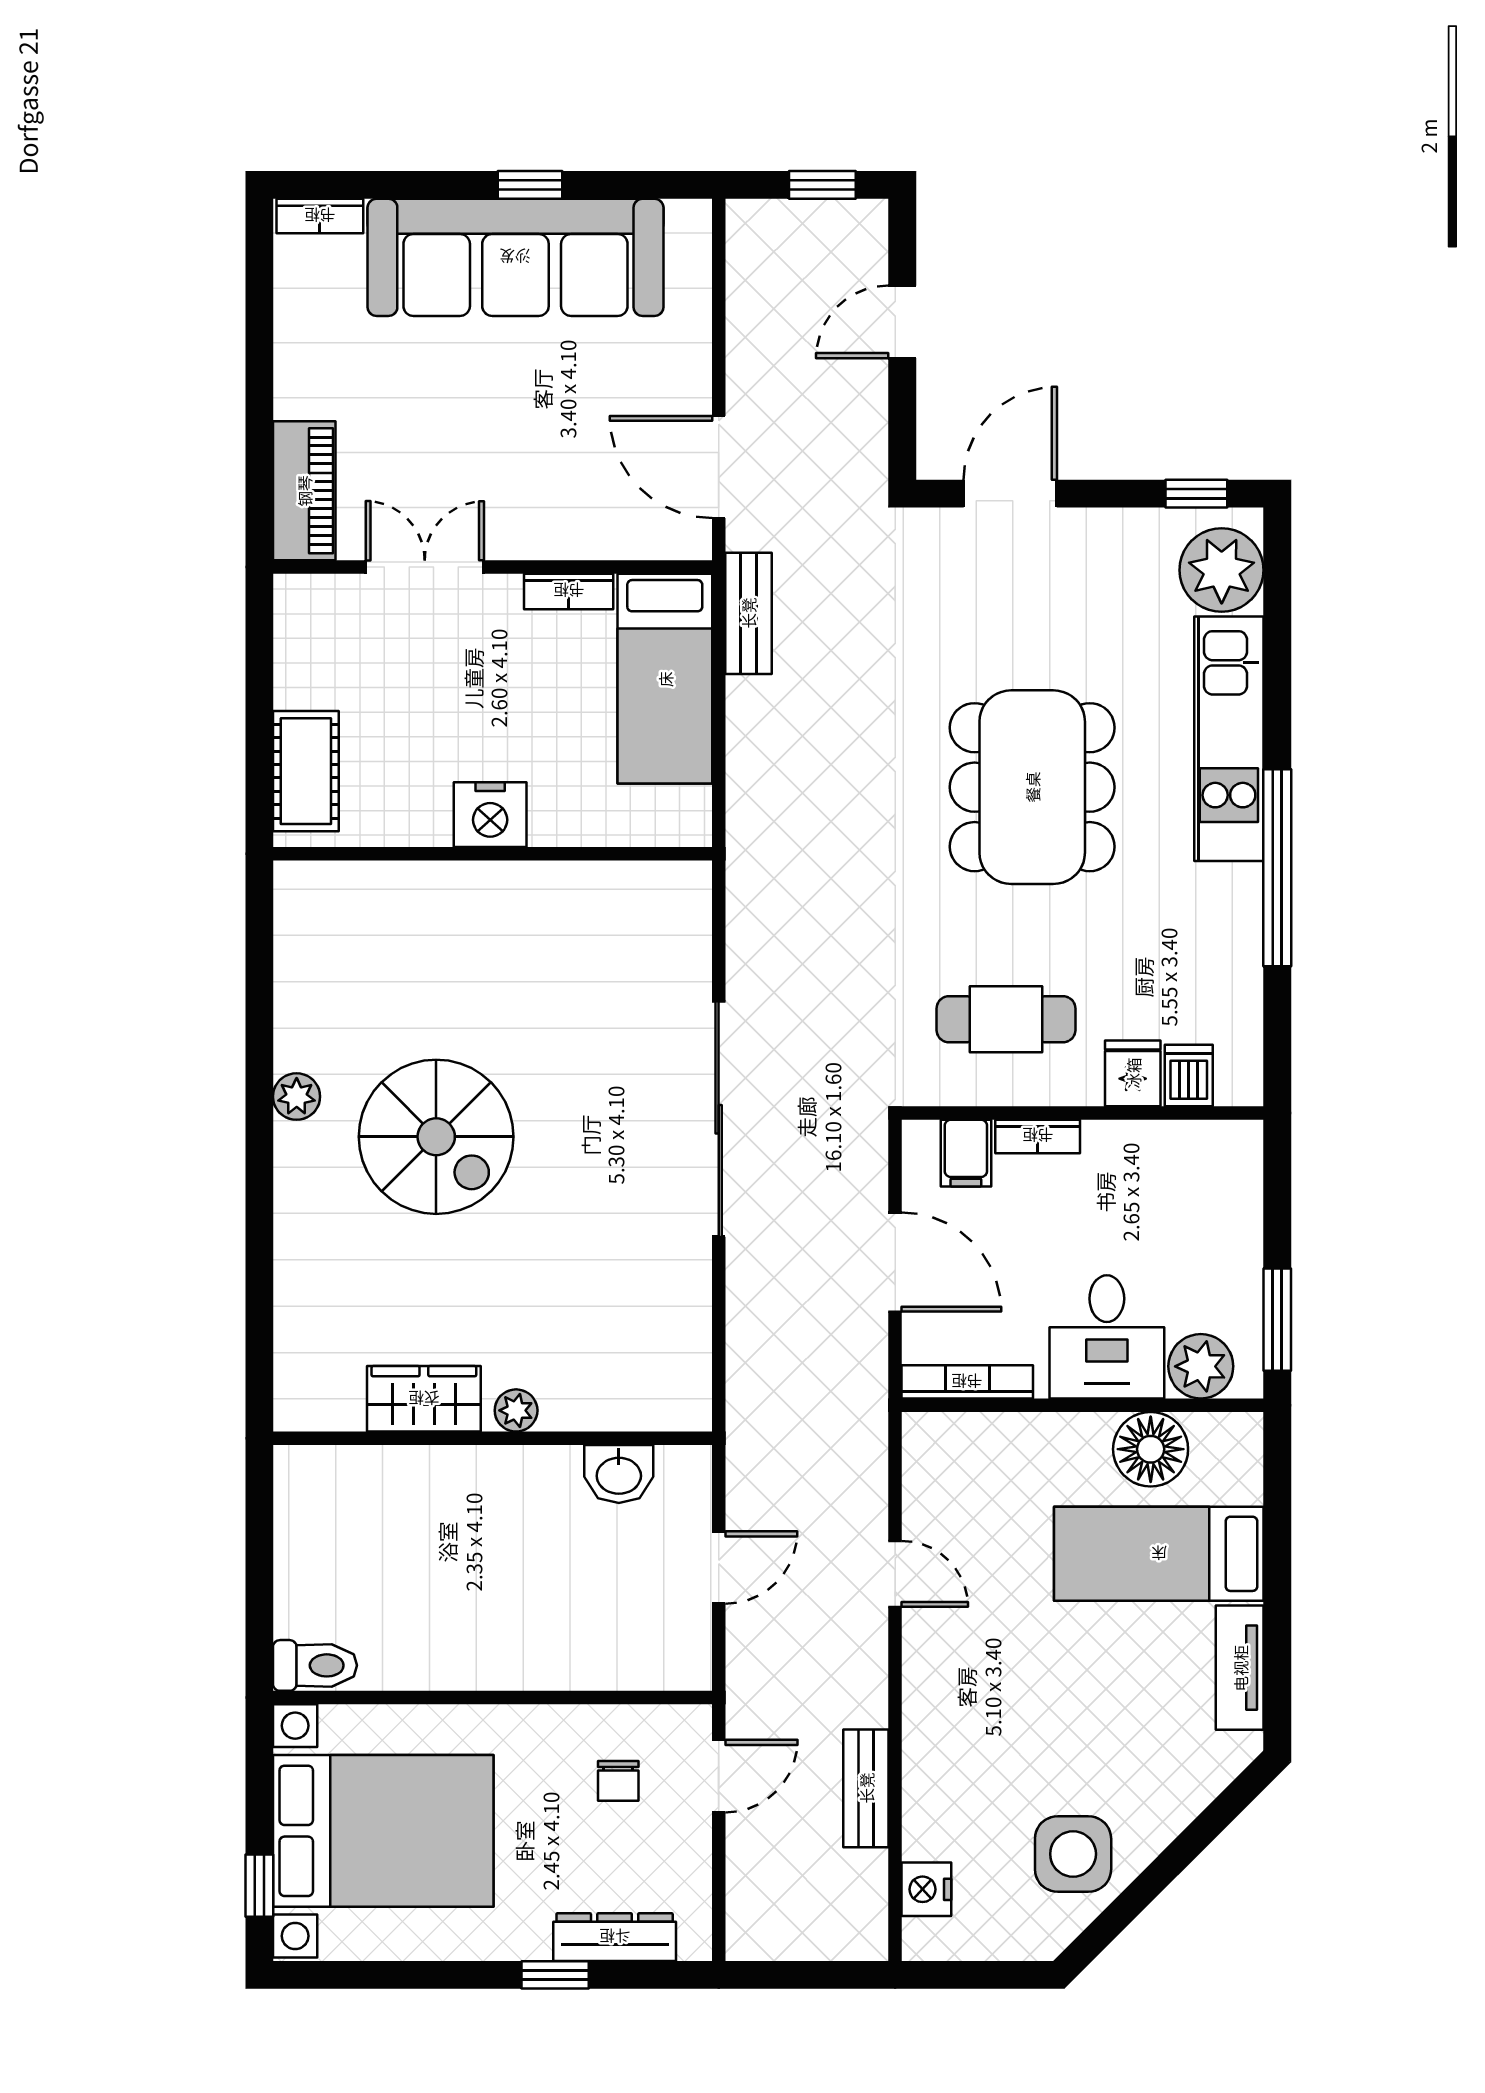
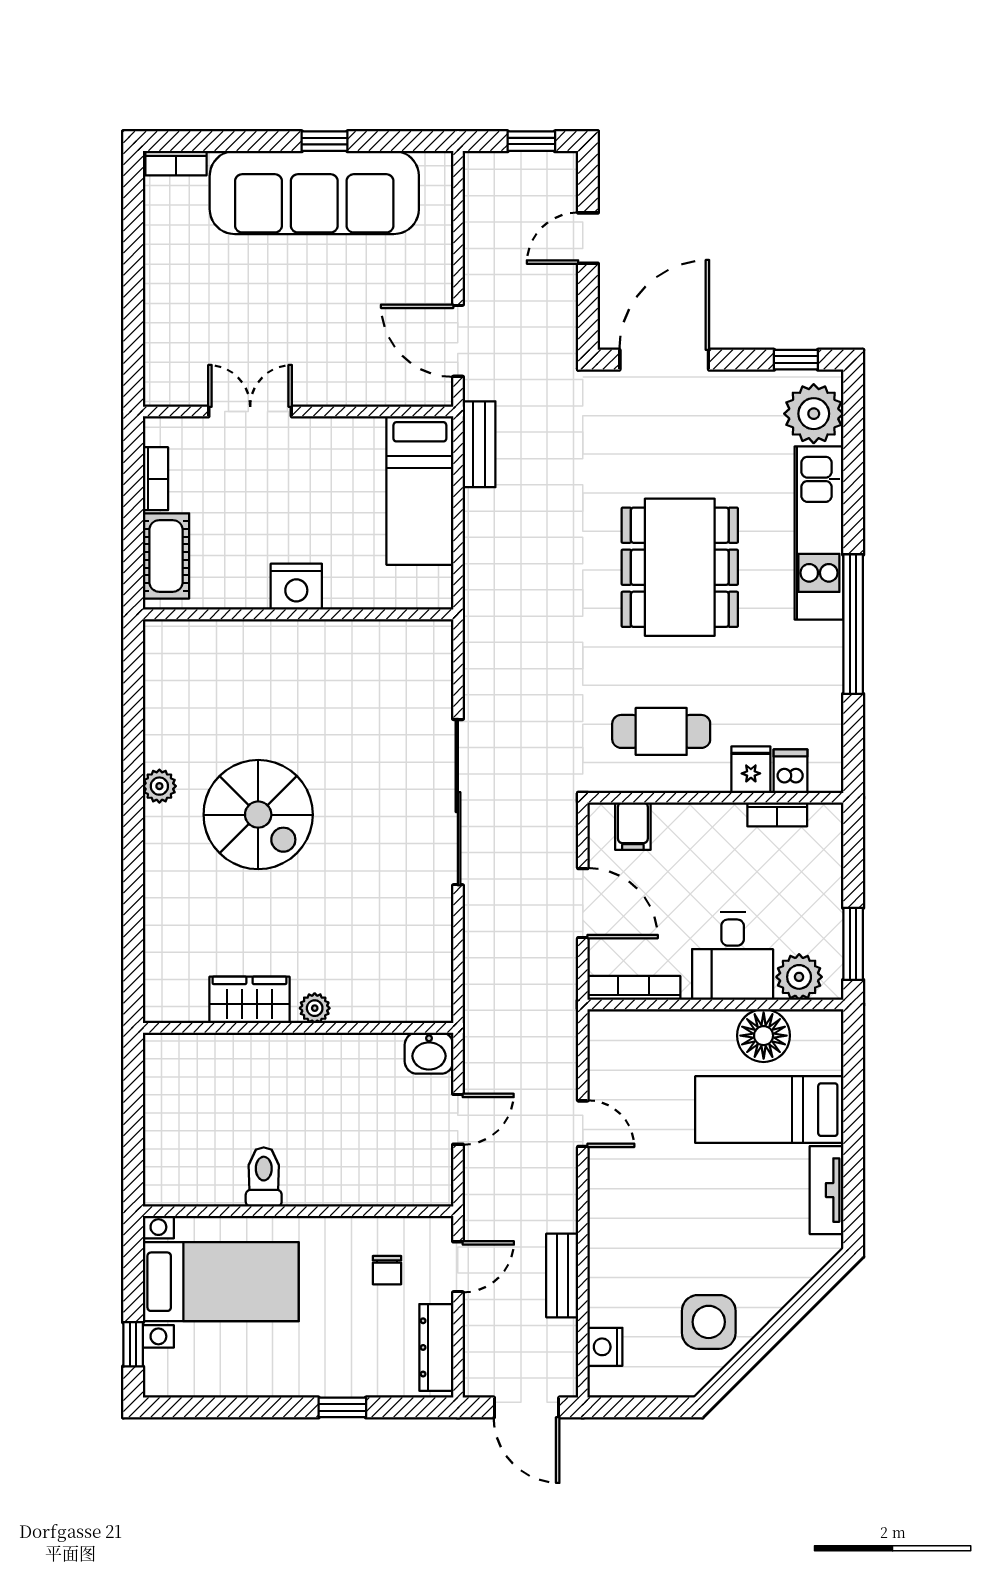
piano: (304, 491) -> (165, 358), removed
door: (1010, 494) -> (664, 360), width x1.36
bookcase: (569, 591) -> (155, 479), moved, turned -90
bookcase: (1038, 1136) -> (777, 814), moved
washbasin: (619, 1474) -> (429, 1053), moved
toilet: (315, 1665) -> (264, 1177), moved, turned -90
bed with nightstands: (383, 1831) -> (221, 1282), width x0.73
dresser: (615, 1937) -> (436, 1347), moved, turned -90
door: (816, 1975) -> (527, 1407), added

